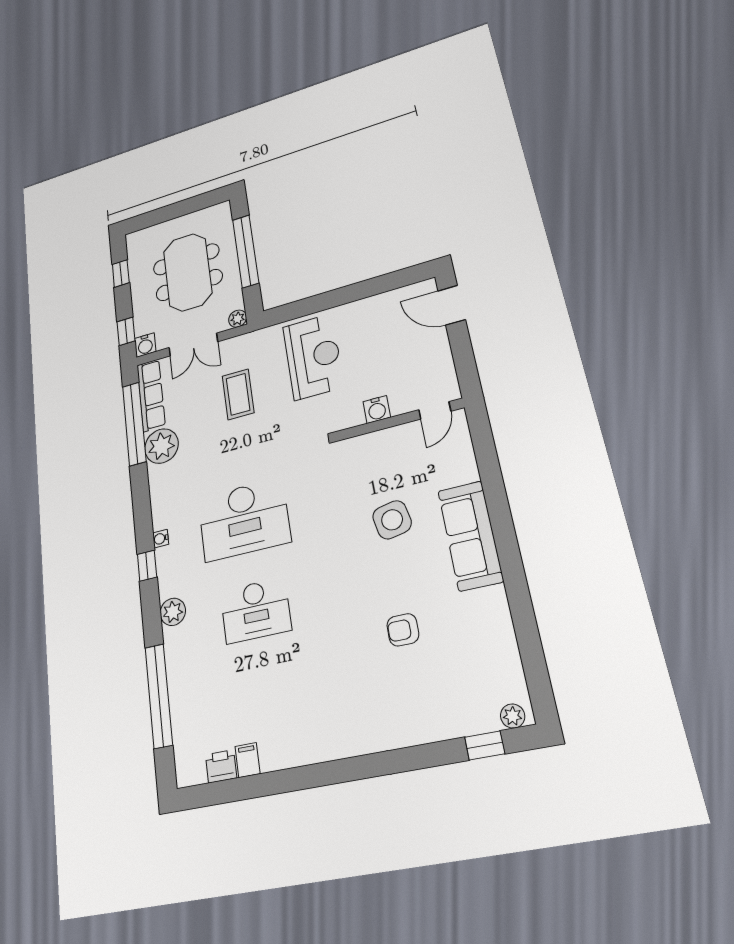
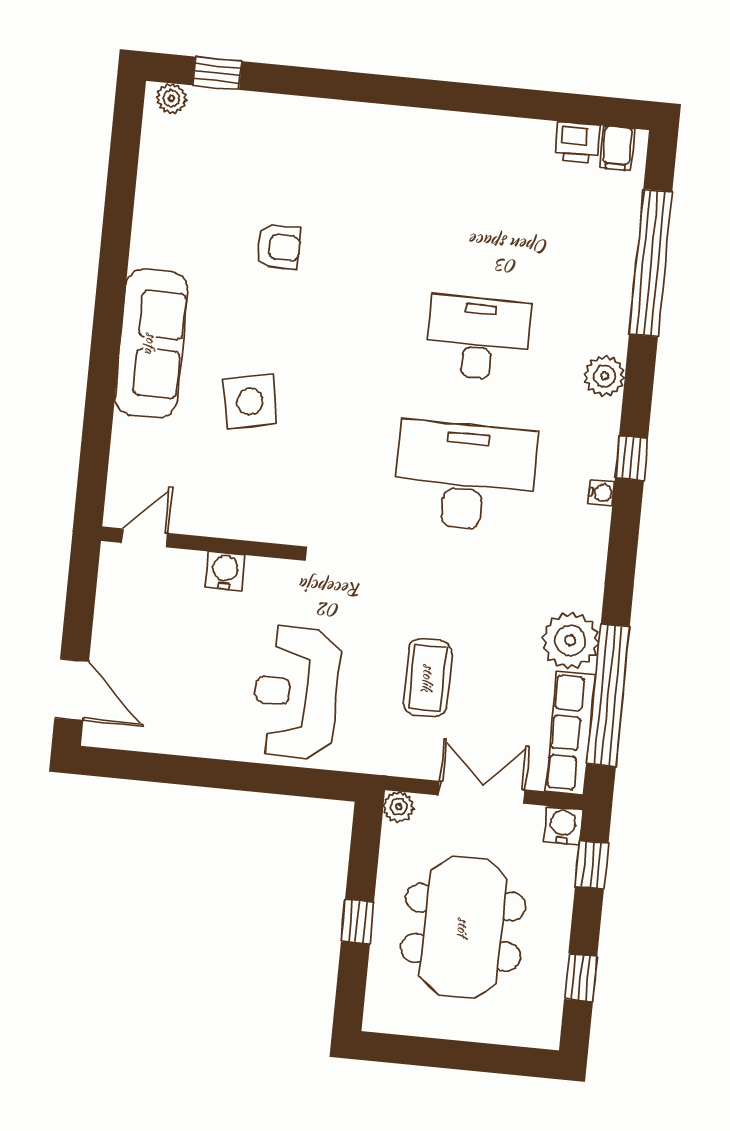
window: (246, 251) -> (357, 922), width x0.32
filing cabinet: (248, 760) -> (617, 148), moved

